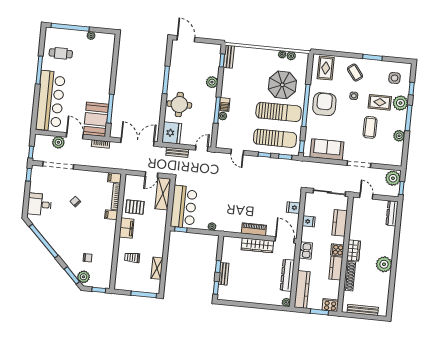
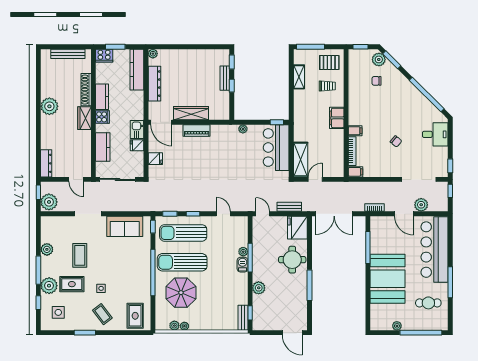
armchair: (324, 104) -> (133, 276), removed
booth: (96, 119) -> (387, 279), moved, width x1.36, depth x1.42
door: (202, 148) -> (263, 214), swing flipped
pallet: (135, 207) -> (329, 62), moved
kitchen sink: (306, 250) -> (137, 130), moved

